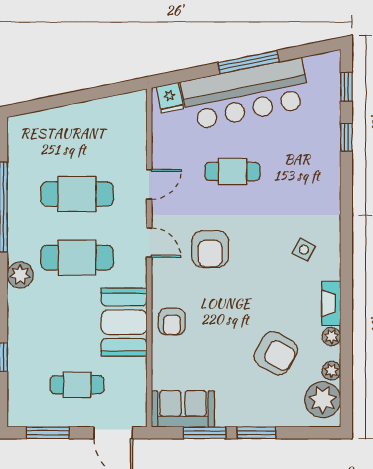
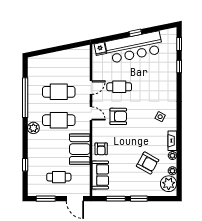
window: (248, 62) -> (135, 33), width x0.46
cafe table: (232, 172) -> (119, 87), moved
armchair: (210, 249) -> (118, 116), turned -90
sofa: (183, 409) -> (100, 175), moved, turned 90

